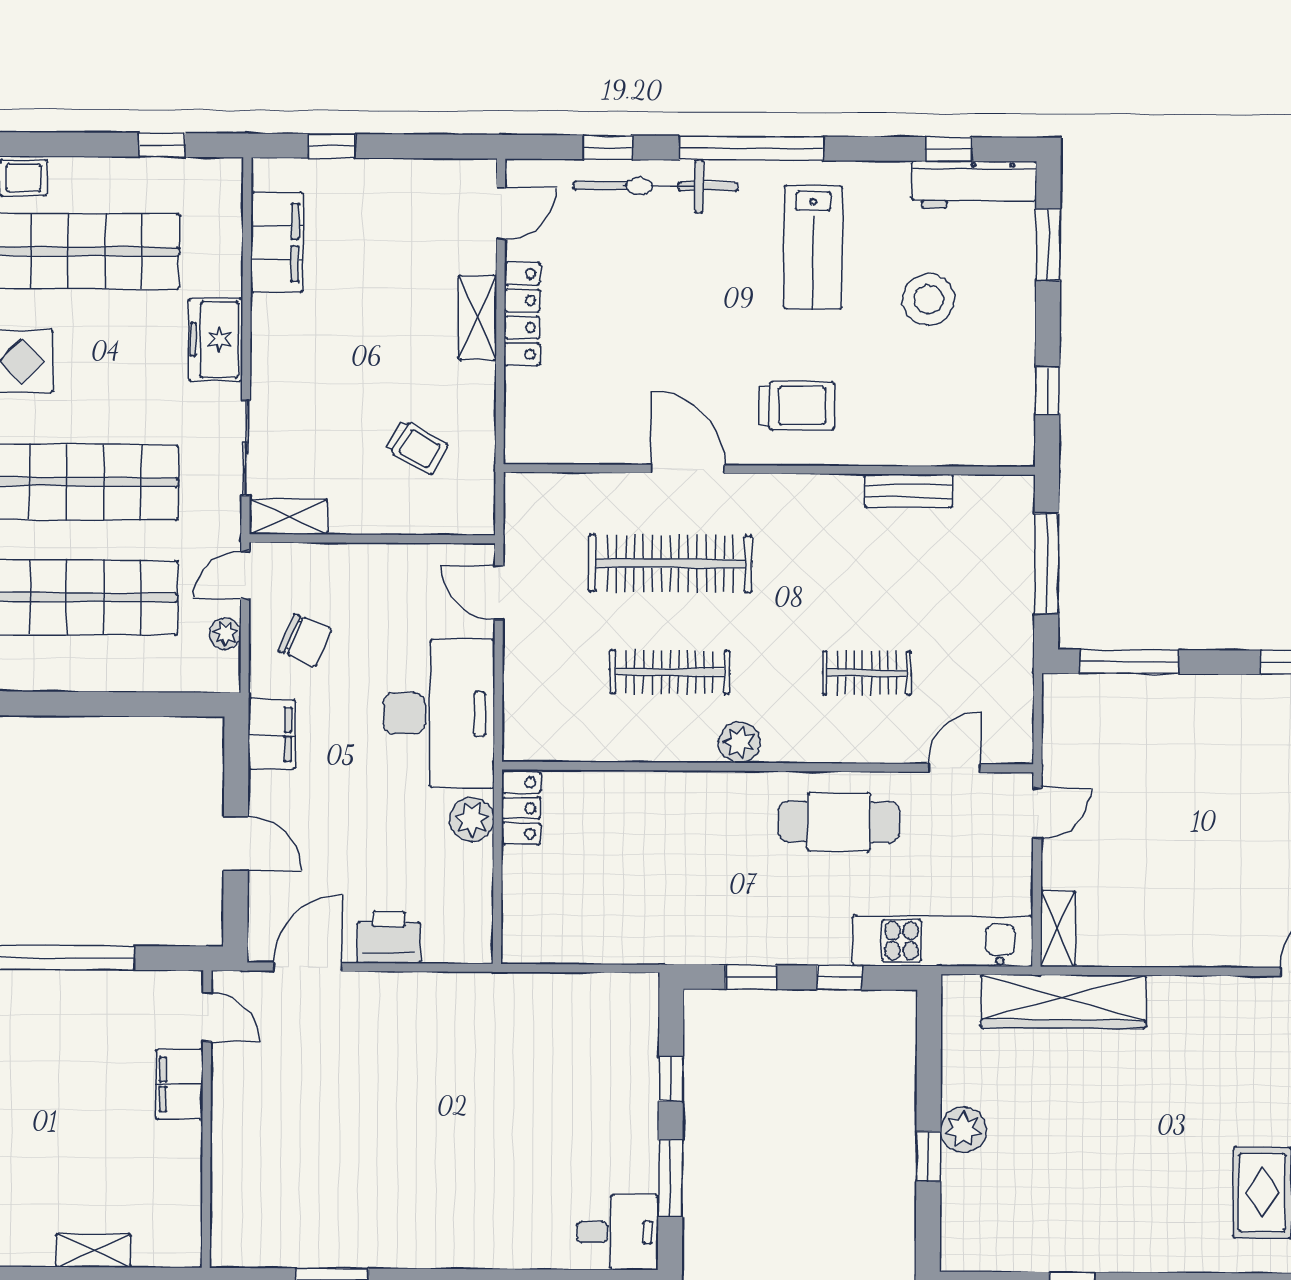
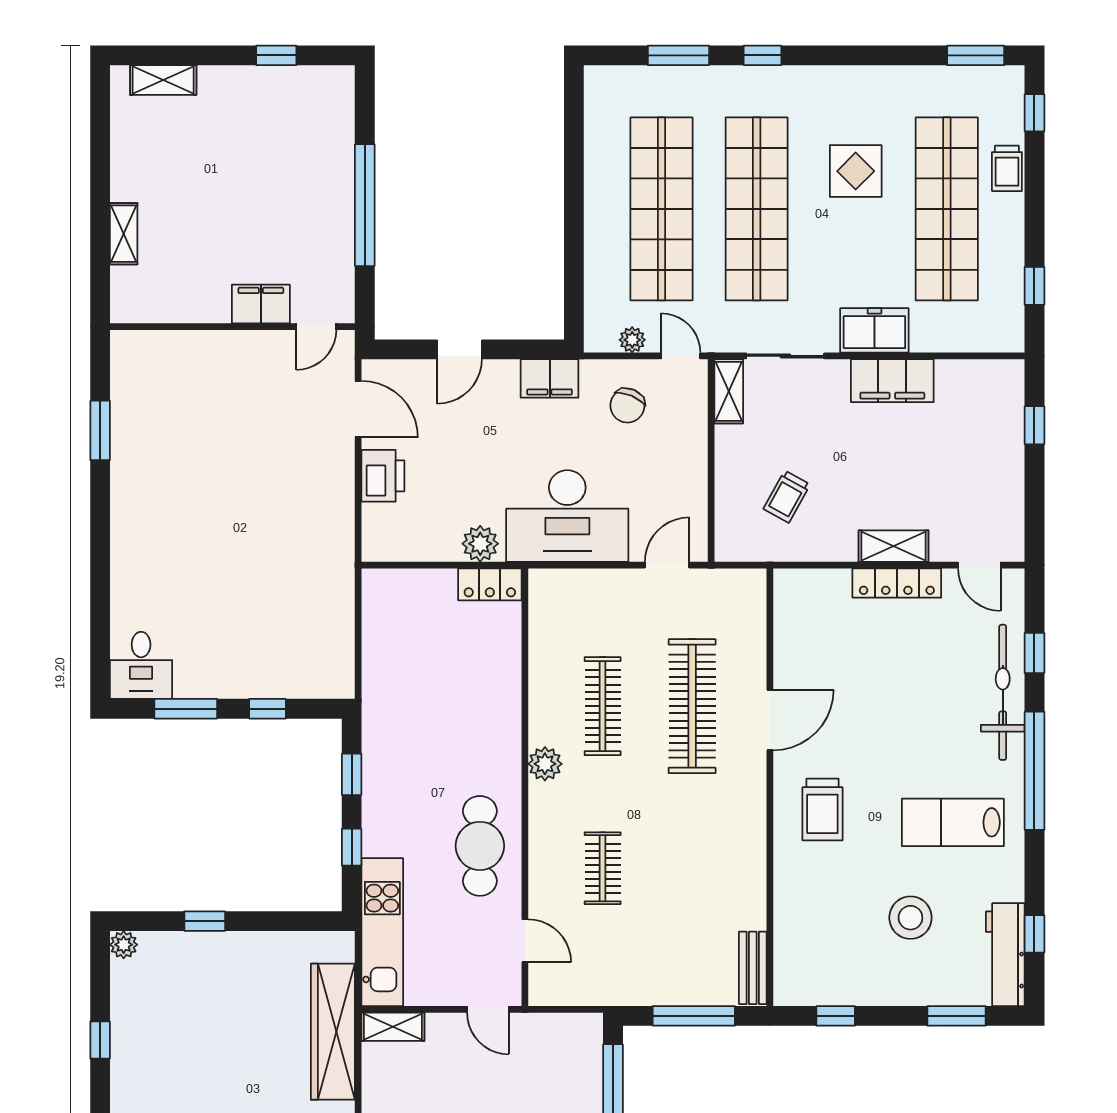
filing cabinet: (277, 242) -> (892, 381), moved
bench: (909, 491) -> (753, 968), moved
plant: (963, 1130) -> (124, 945), moved, width x0.73, depth x0.73

